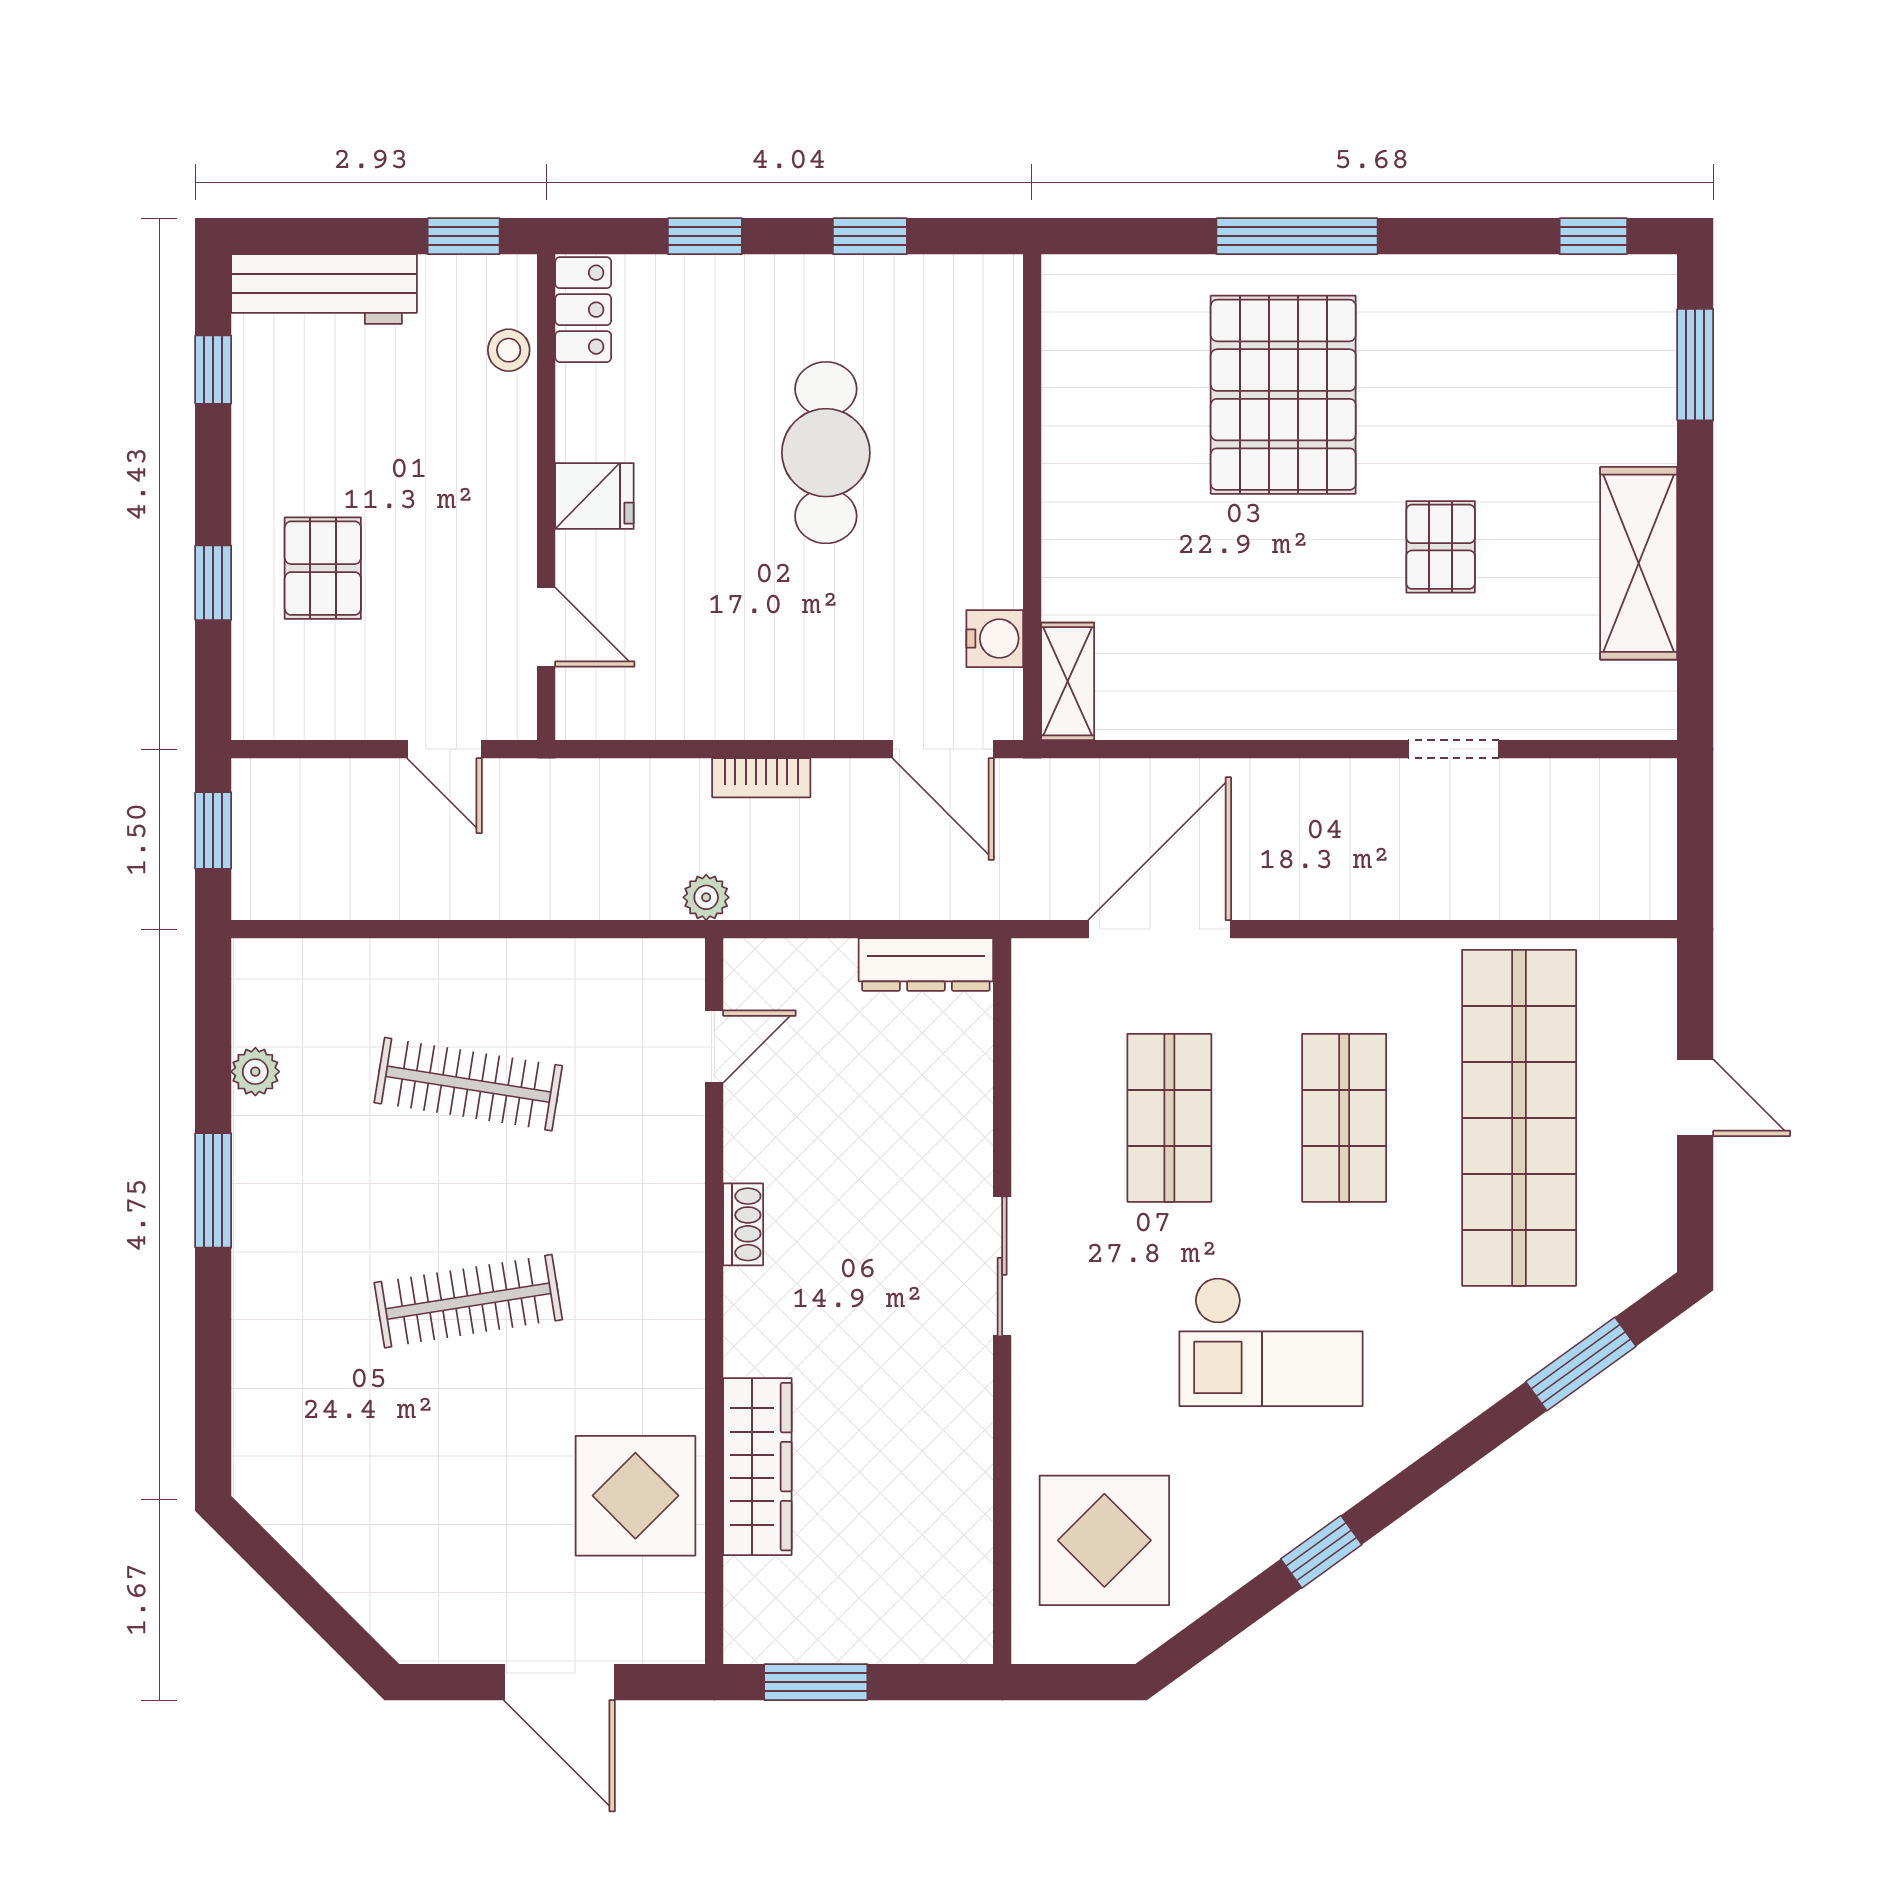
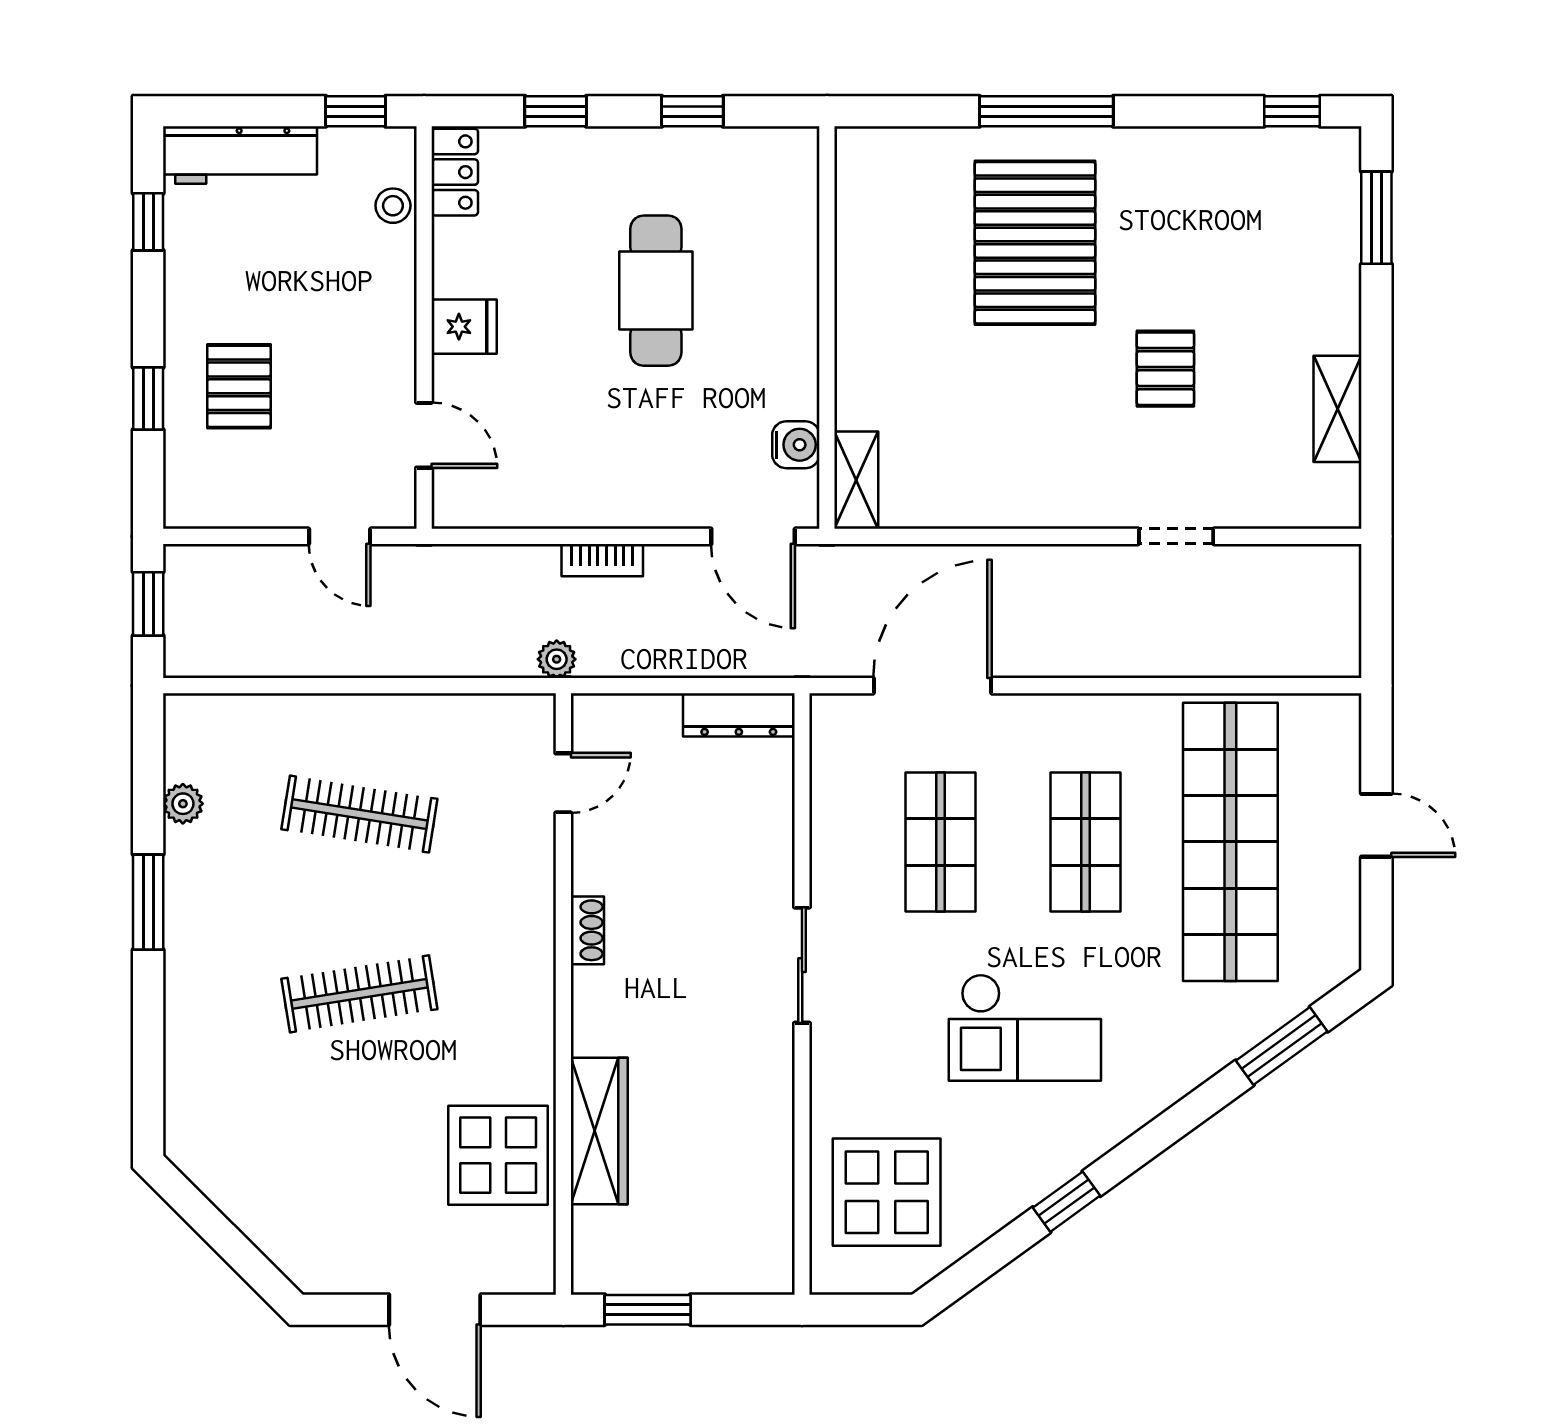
shelving: (1639, 563) -> (1338, 409), width x0.67, depth x0.75

